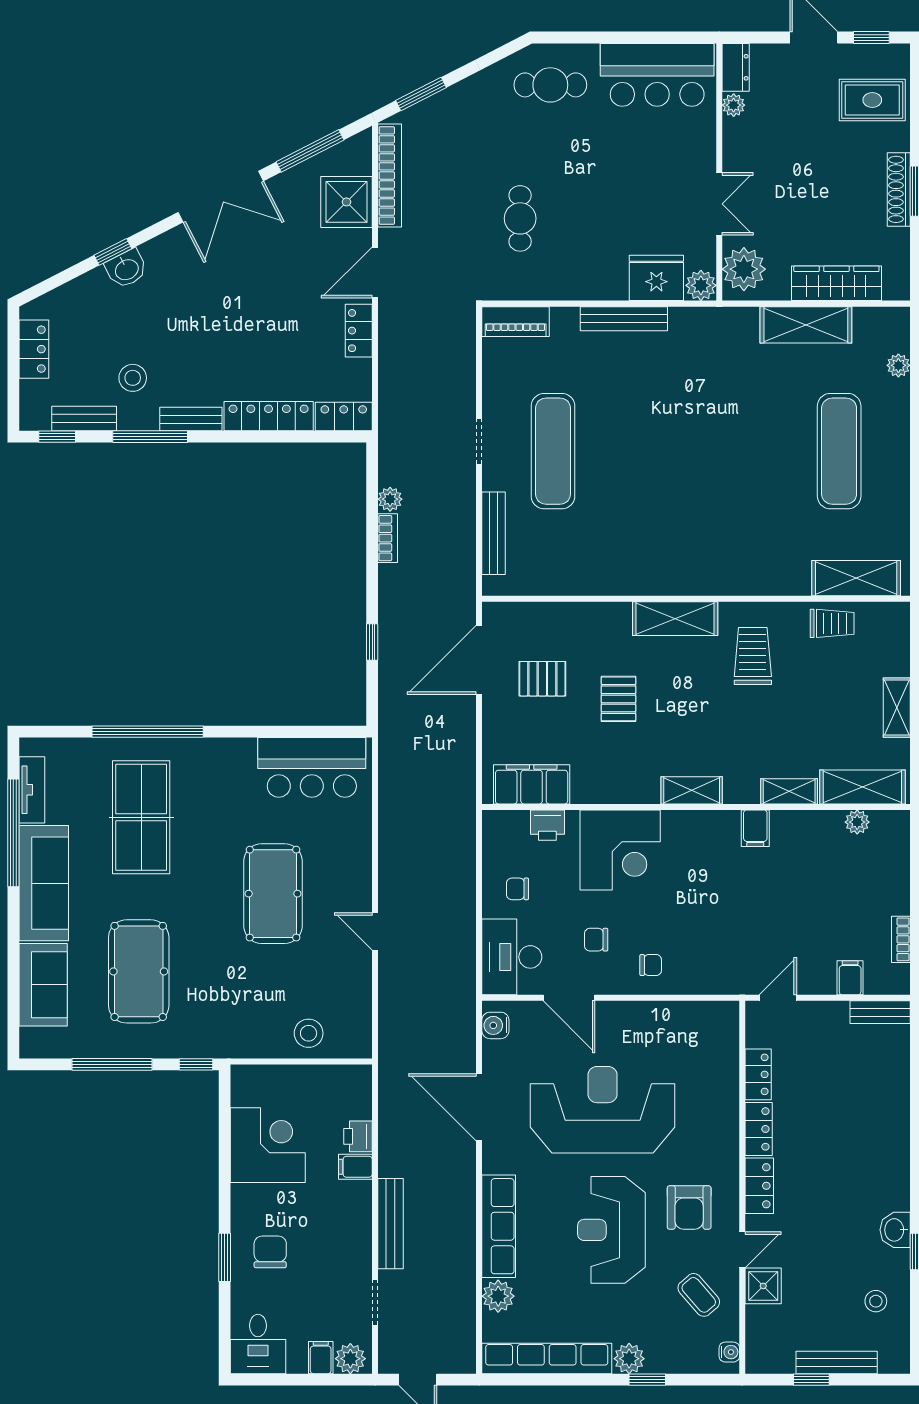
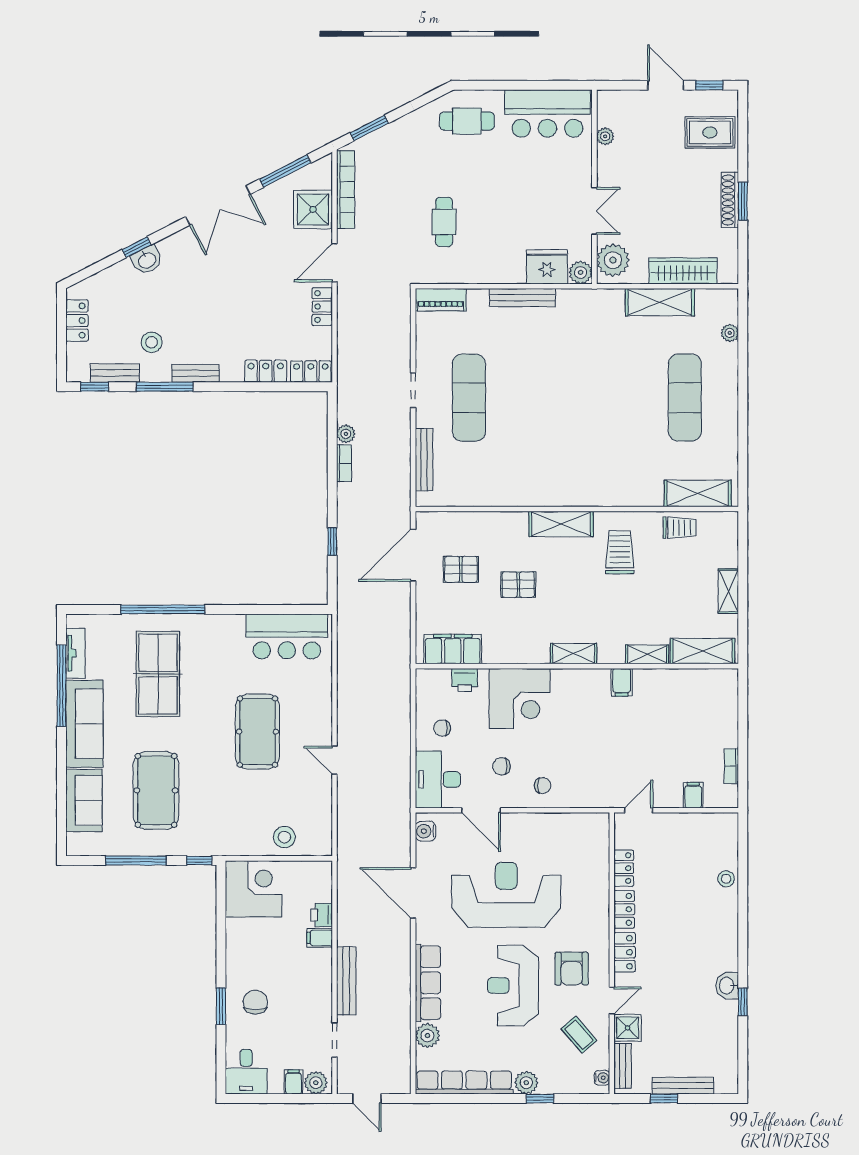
dresser: (736, 67) -> (607, 108), removed
locker: (269, 416) -> (266, 371), width x0.66
pallet: (618, 699) -> (518, 585), turned 90
plant: (857, 822) -> (699, 678), removed
bench: (880, 1012) -> (623, 1066), moved, turned 90
corner desk: (268, 1145) -> (254, 889), moved
stool: (876, 1301) -> (726, 879), moved

